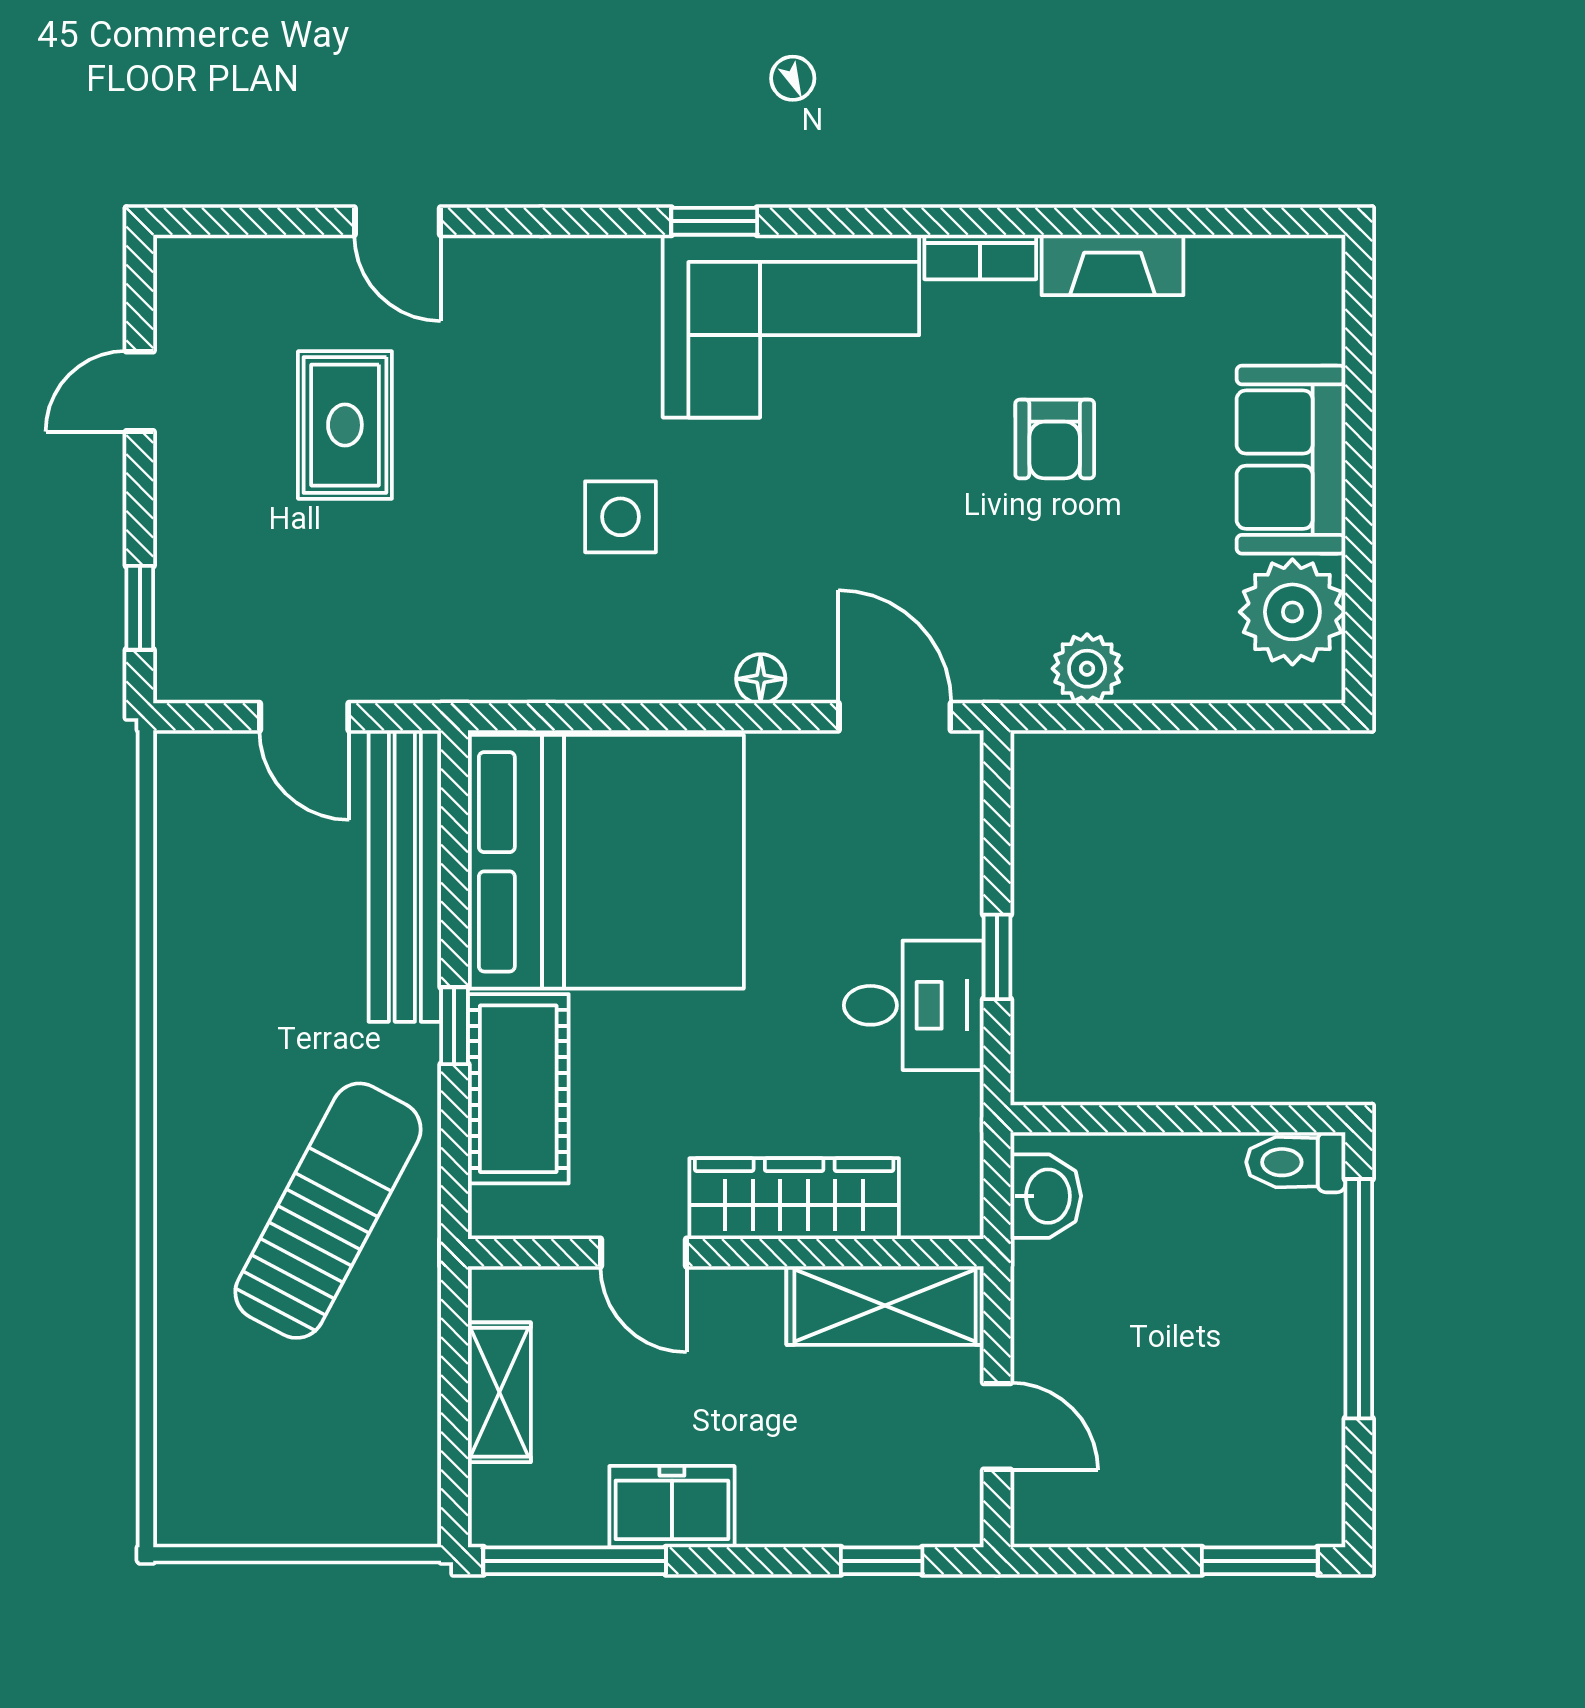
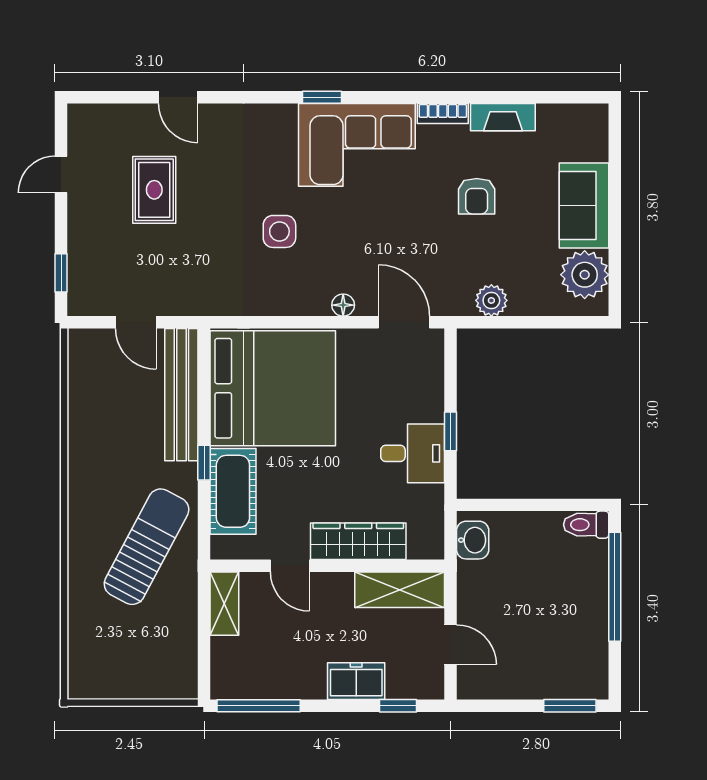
shelving: (499, 1392) -> (224, 604), moved
freezer: (672, 1507) -> (356, 681), moved

